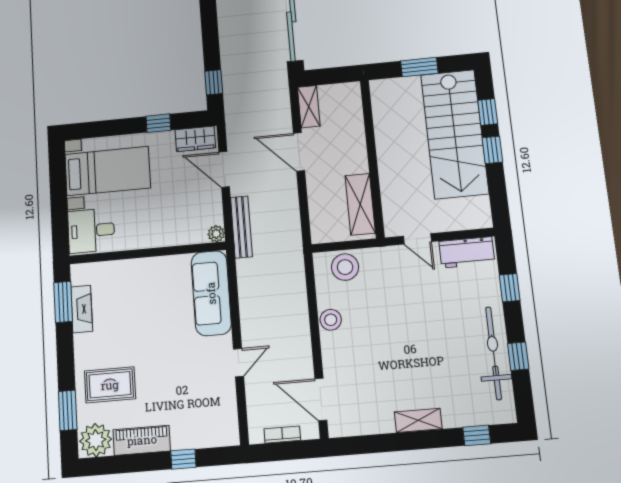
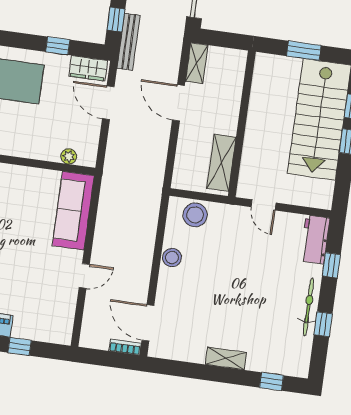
bench: (241, 227) -> (129, 42), moved
plant: (216, 234) -> (69, 156), moved
workbench: (467, 252) -> (315, 239), moved, turned 90
bicycle: (494, 353) -> (308, 307), width x0.73, depth x0.71
bookcase: (282, 435) -> (125, 347), moved

